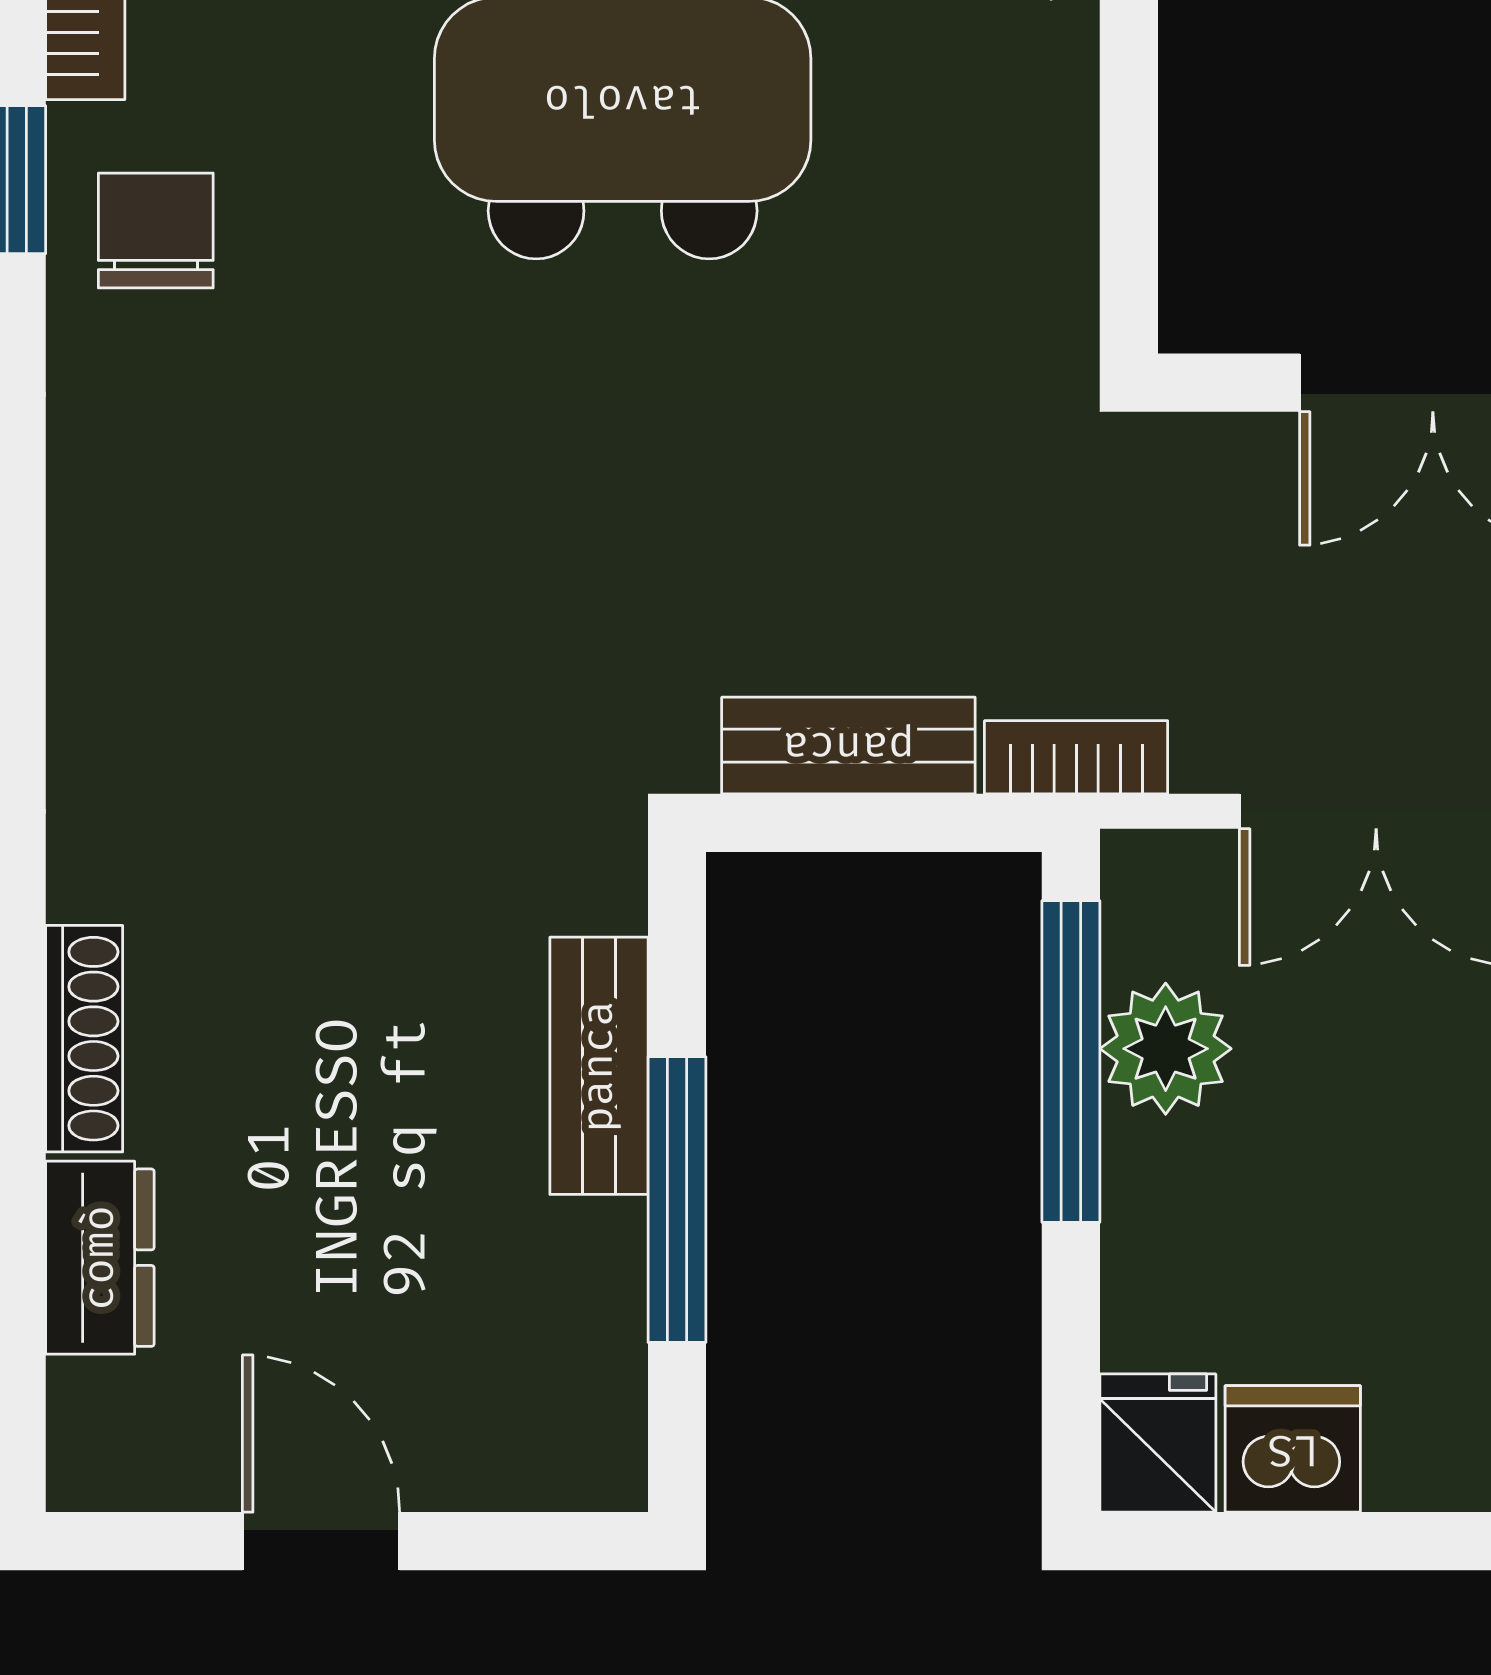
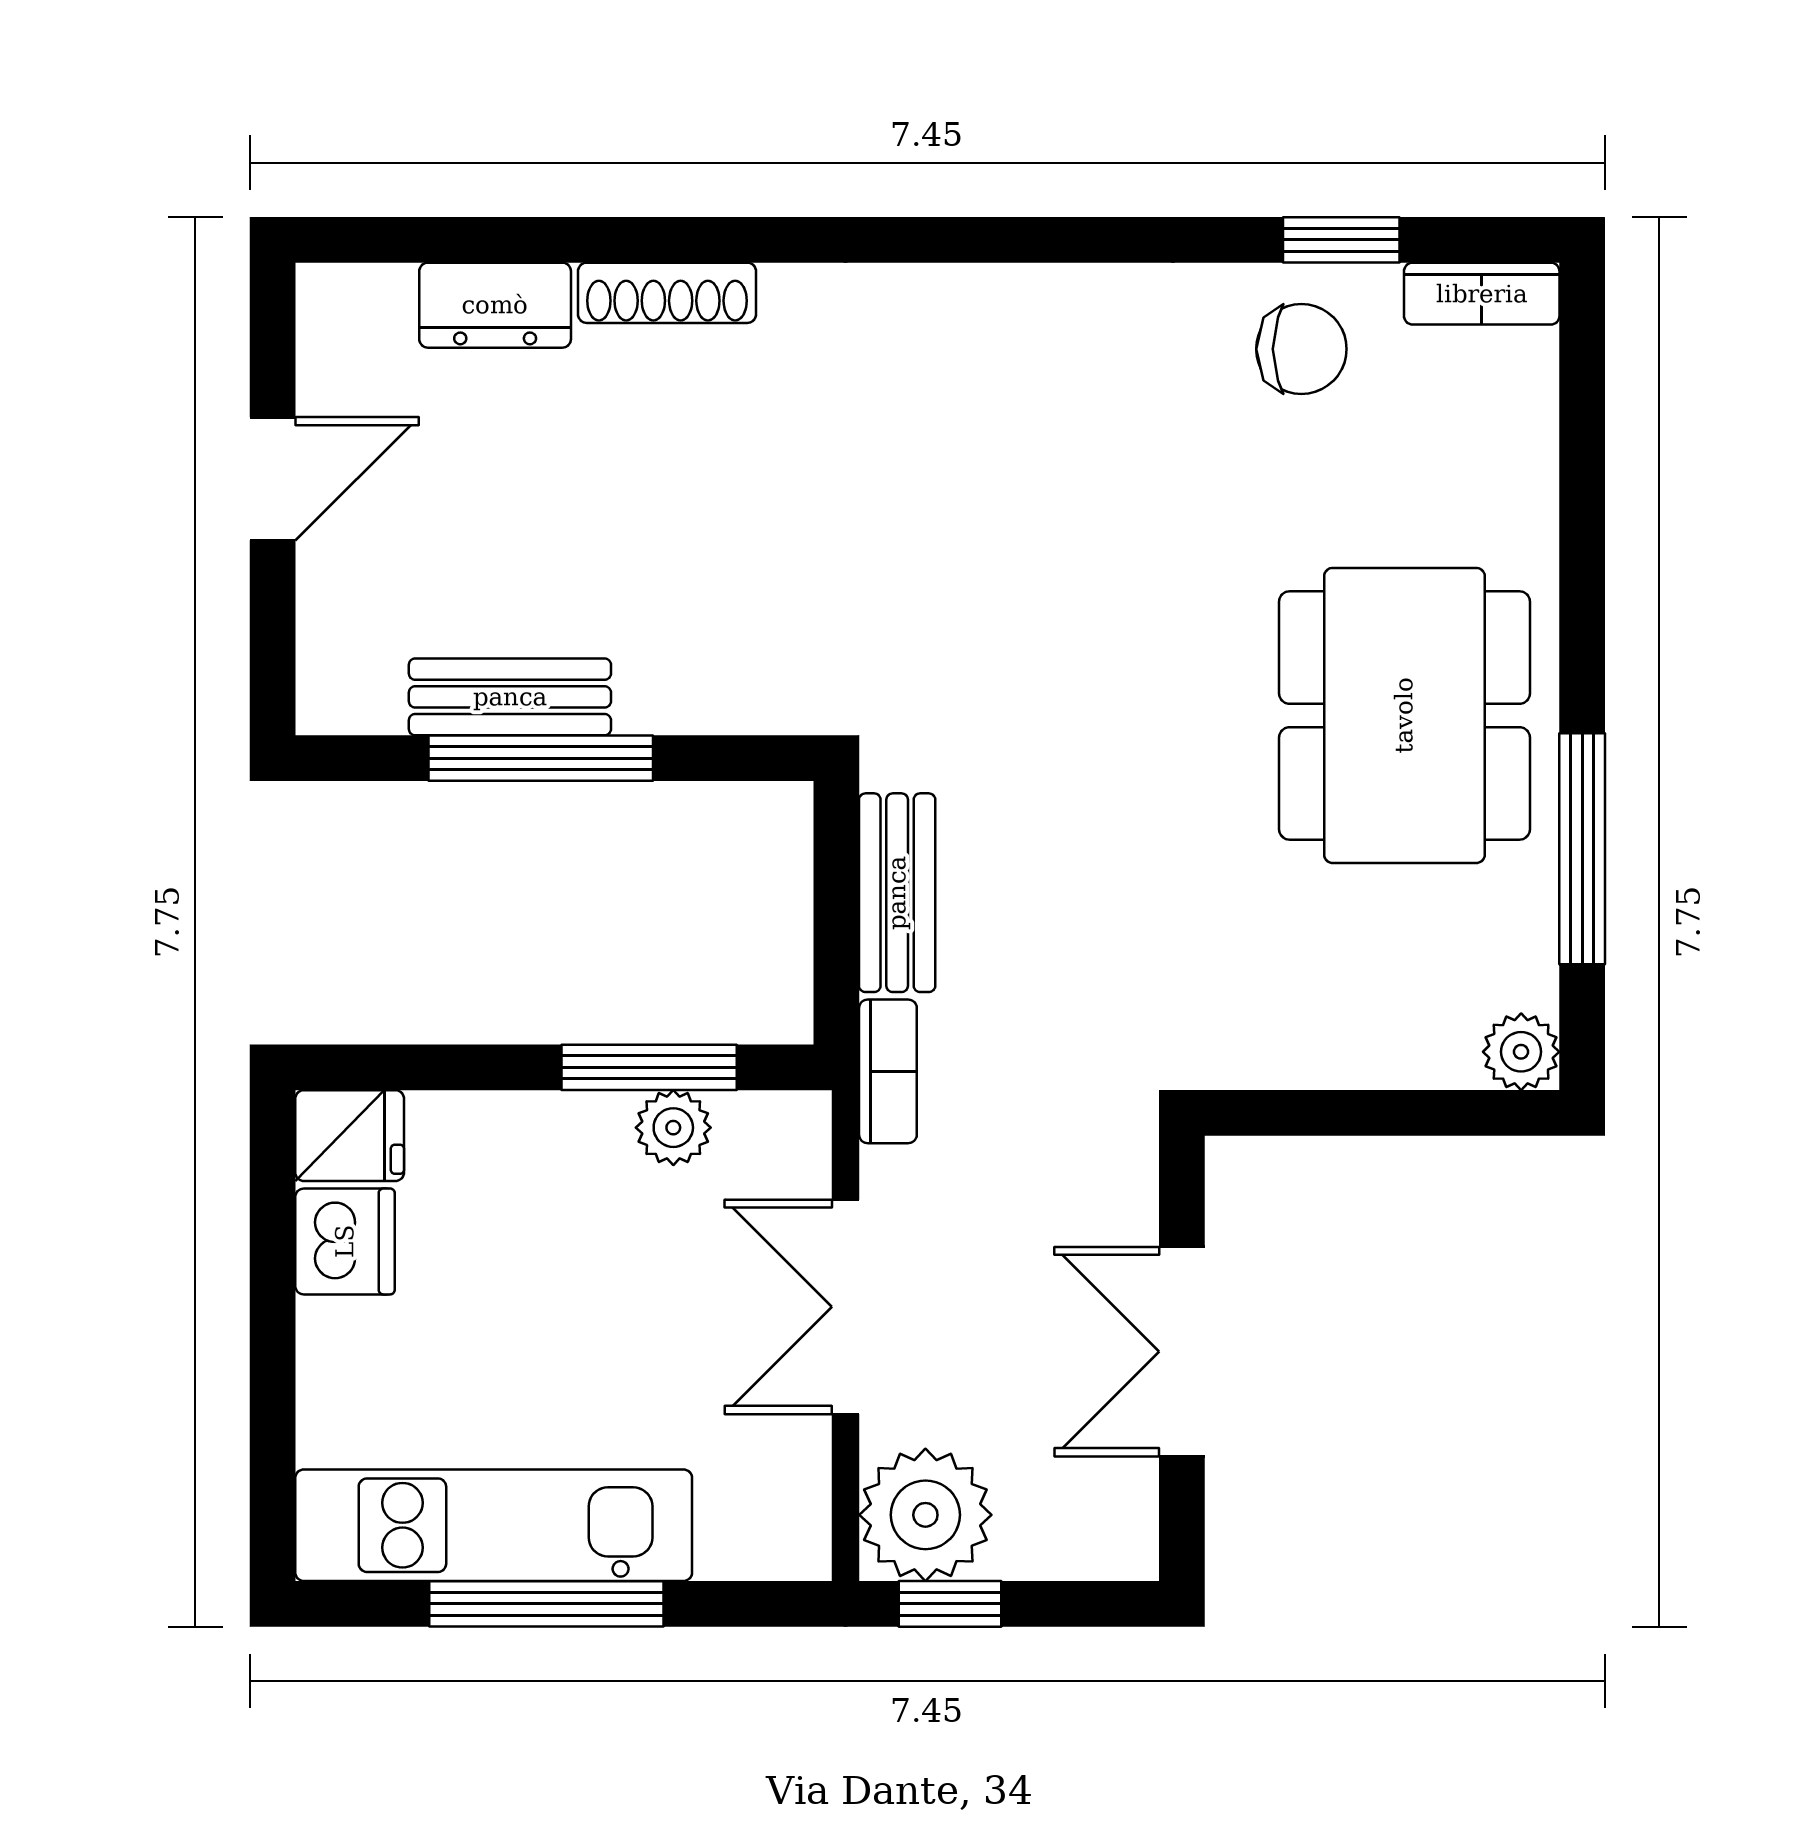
plant: (1166, 1049) -> (673, 1128), width x0.73, depth x0.73
window: (1071, 1062) -> (649, 1067), width x0.69
bench: (599, 1066) -> (510, 697), moved

